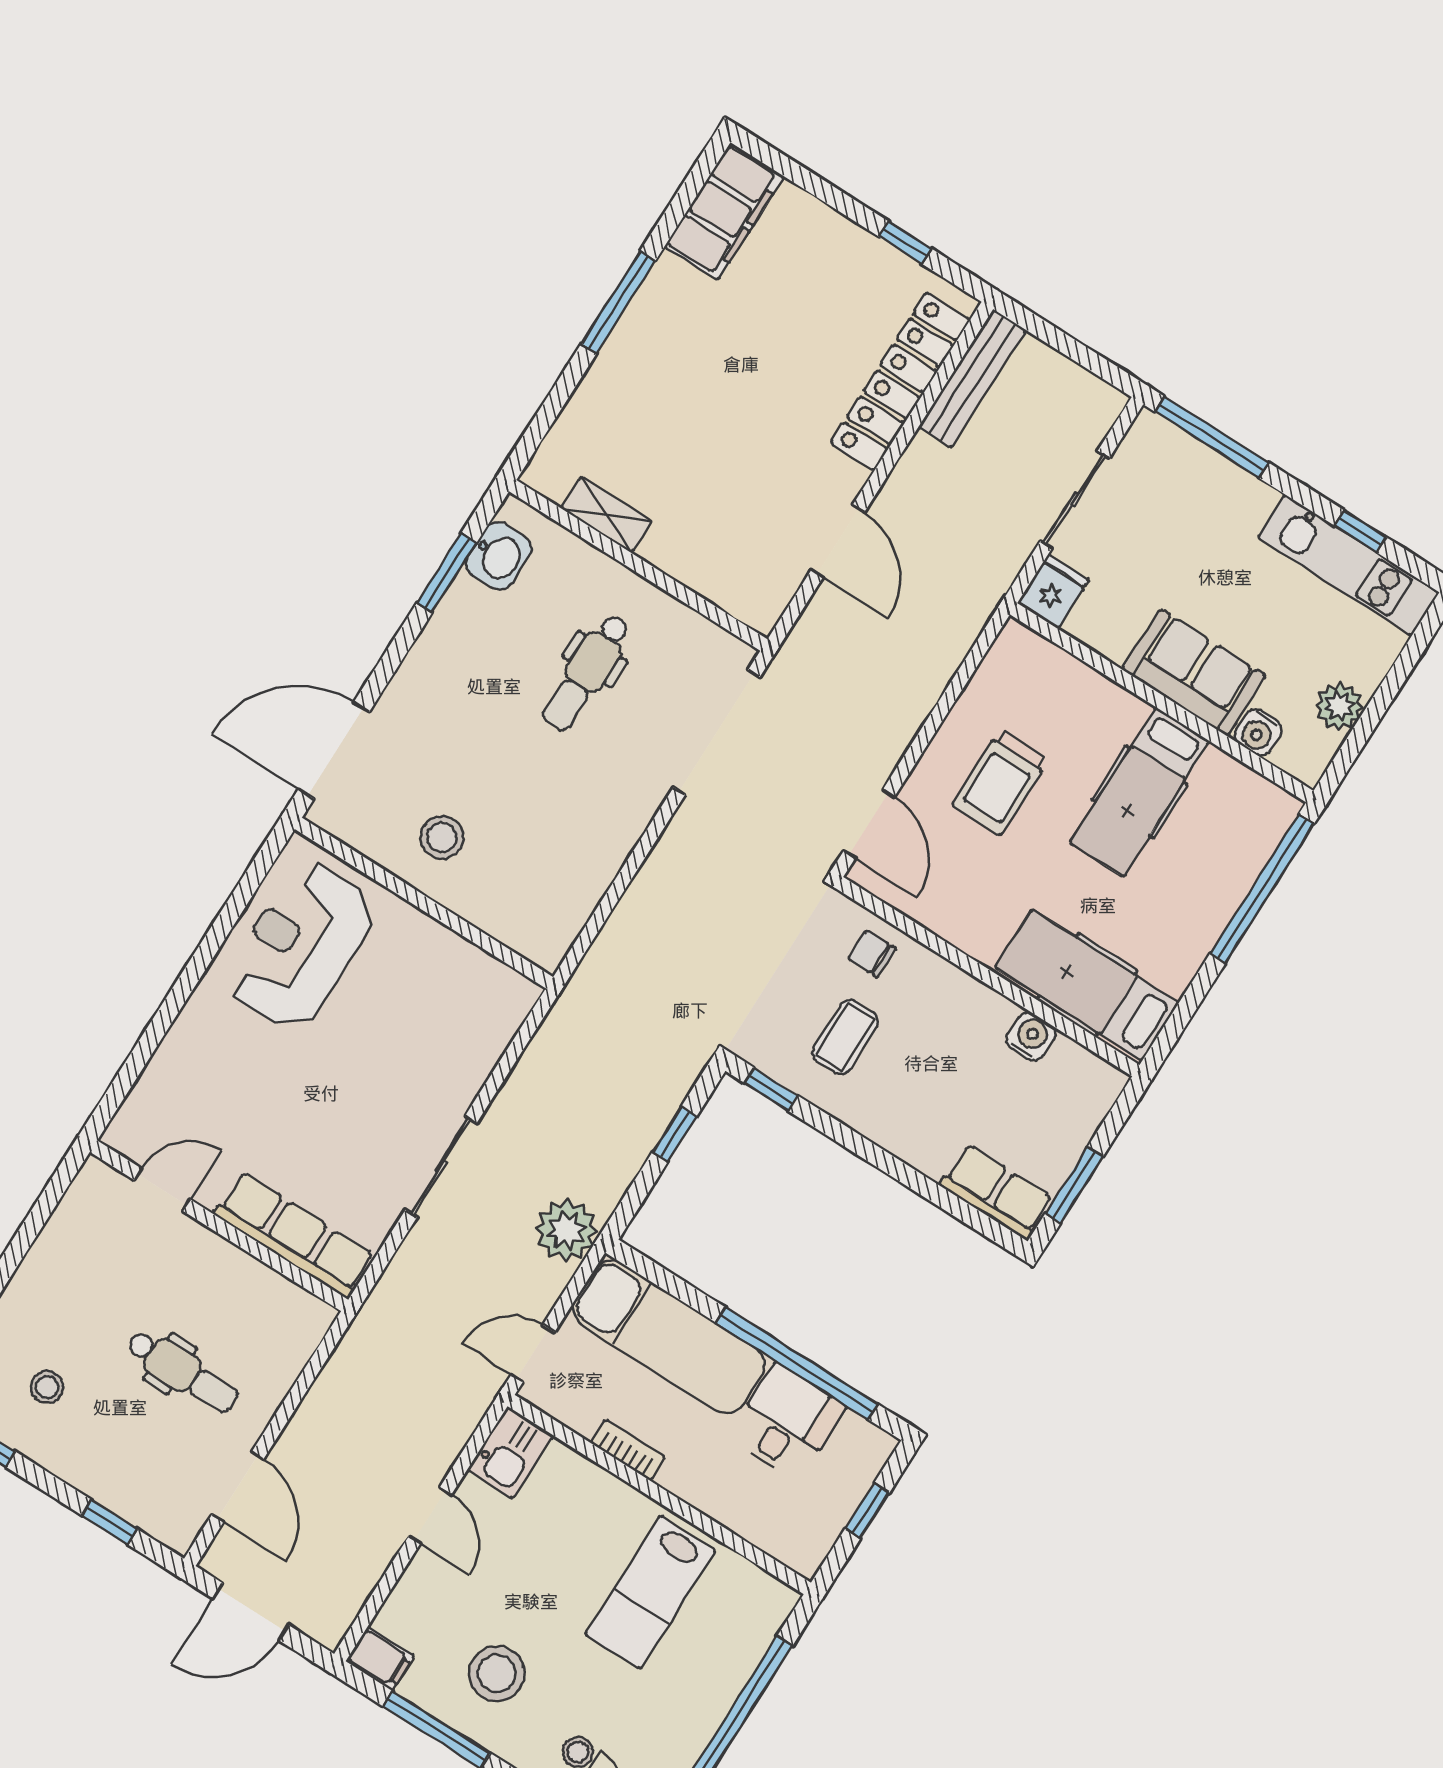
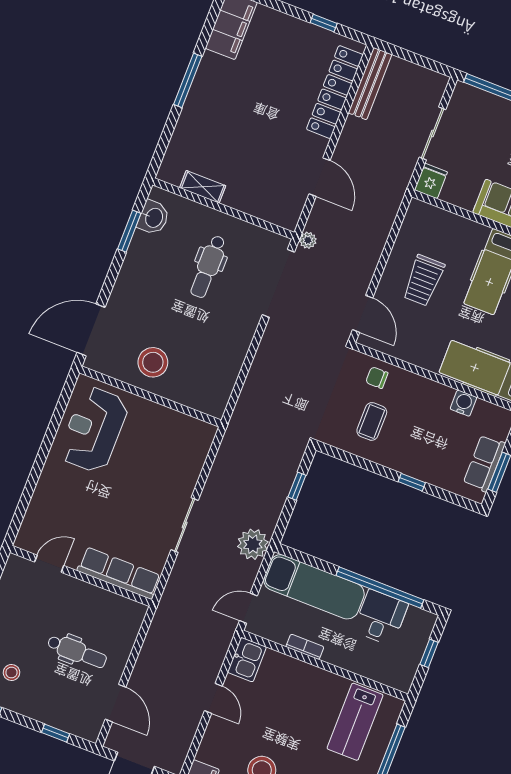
plant: (791, 660) -> (308, 240), added
stool: (442, 837) -> (153, 362), width x1.38, depth x1.38
window: (771, 1089) -> (412, 482), moved
row of seats: (997, 1192) -> (484, 463), moved, turned -90
lab bench: (650, 1592) -> (355, 722), moved

